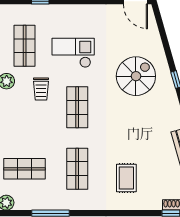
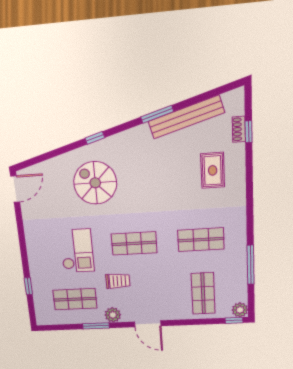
checkout: (73, 53) -> (77, 251), turned 180
rug: (126, 178) -> (213, 170), moved, turned 90

